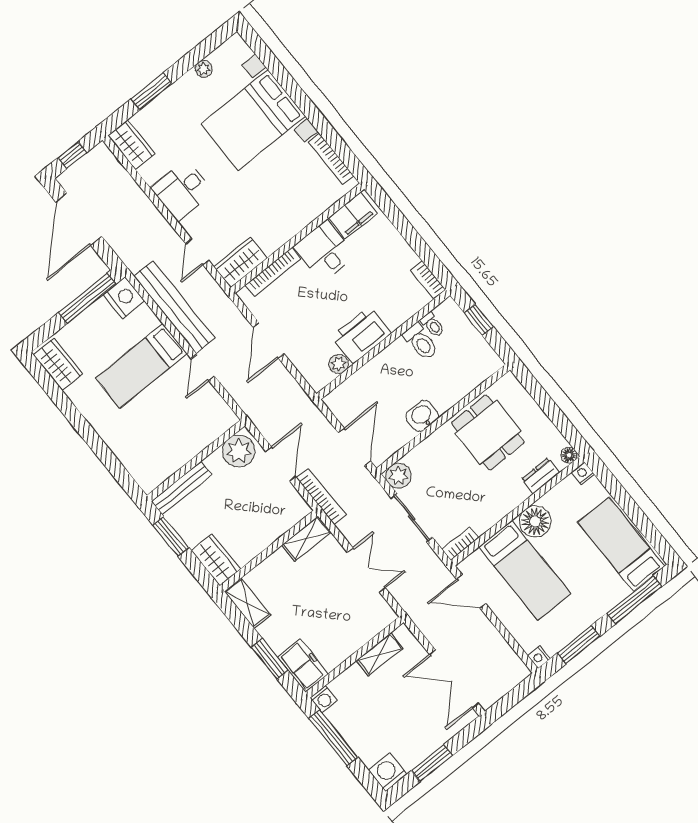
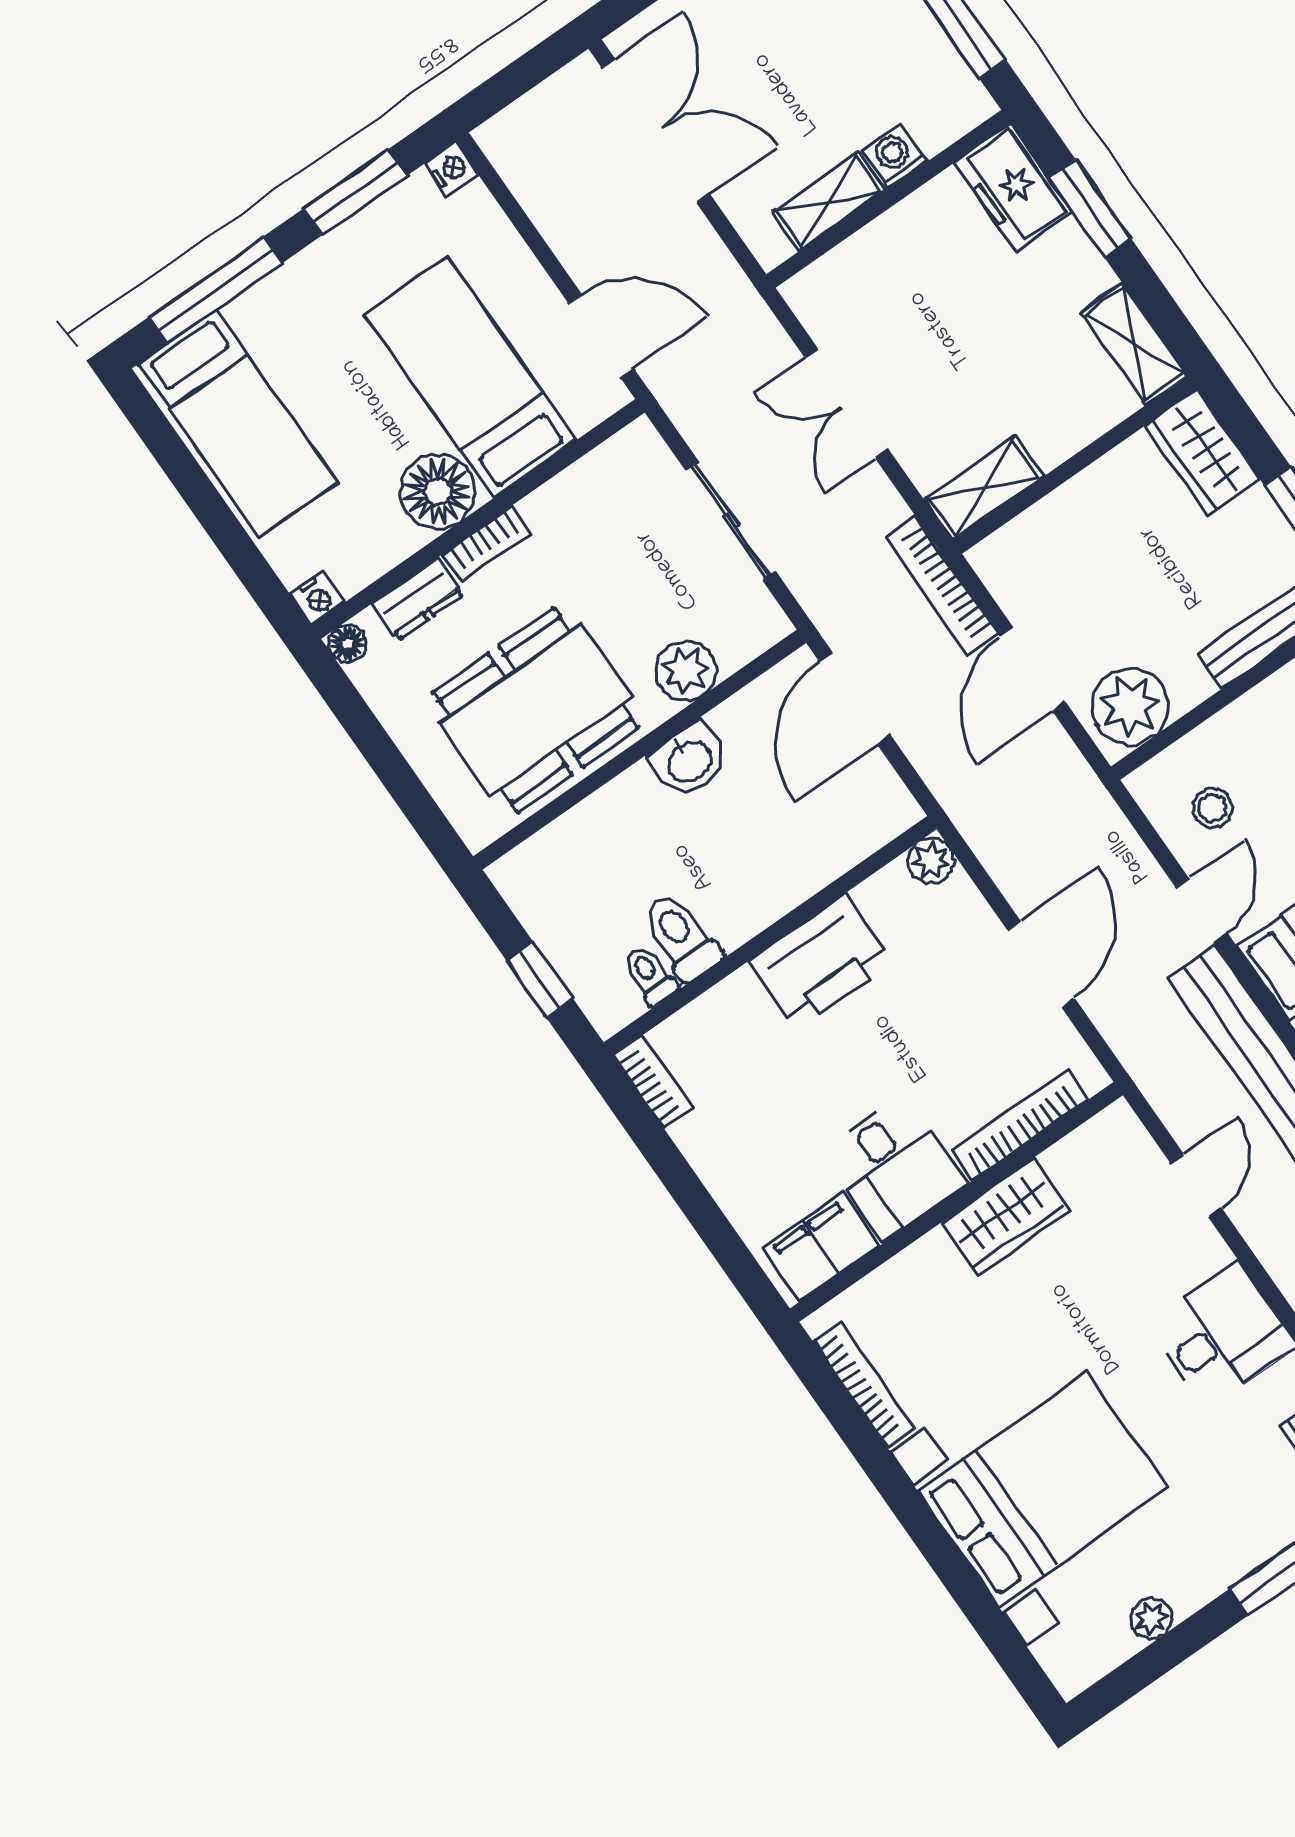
wardrobe: (240, 262) -> (1005, 1217), moved
plant: (339, 364) -> (931, 861), moved
stool: (201, 411) -> (1212, 808), added
dining table: (488, 433) -> (536, 710), width x1.38
plant: (398, 476) -> (686, 671), moved
bookcase: (460, 544) -> (487, 544), moved
washing machine: (324, 699) -> (895, 156), moved

